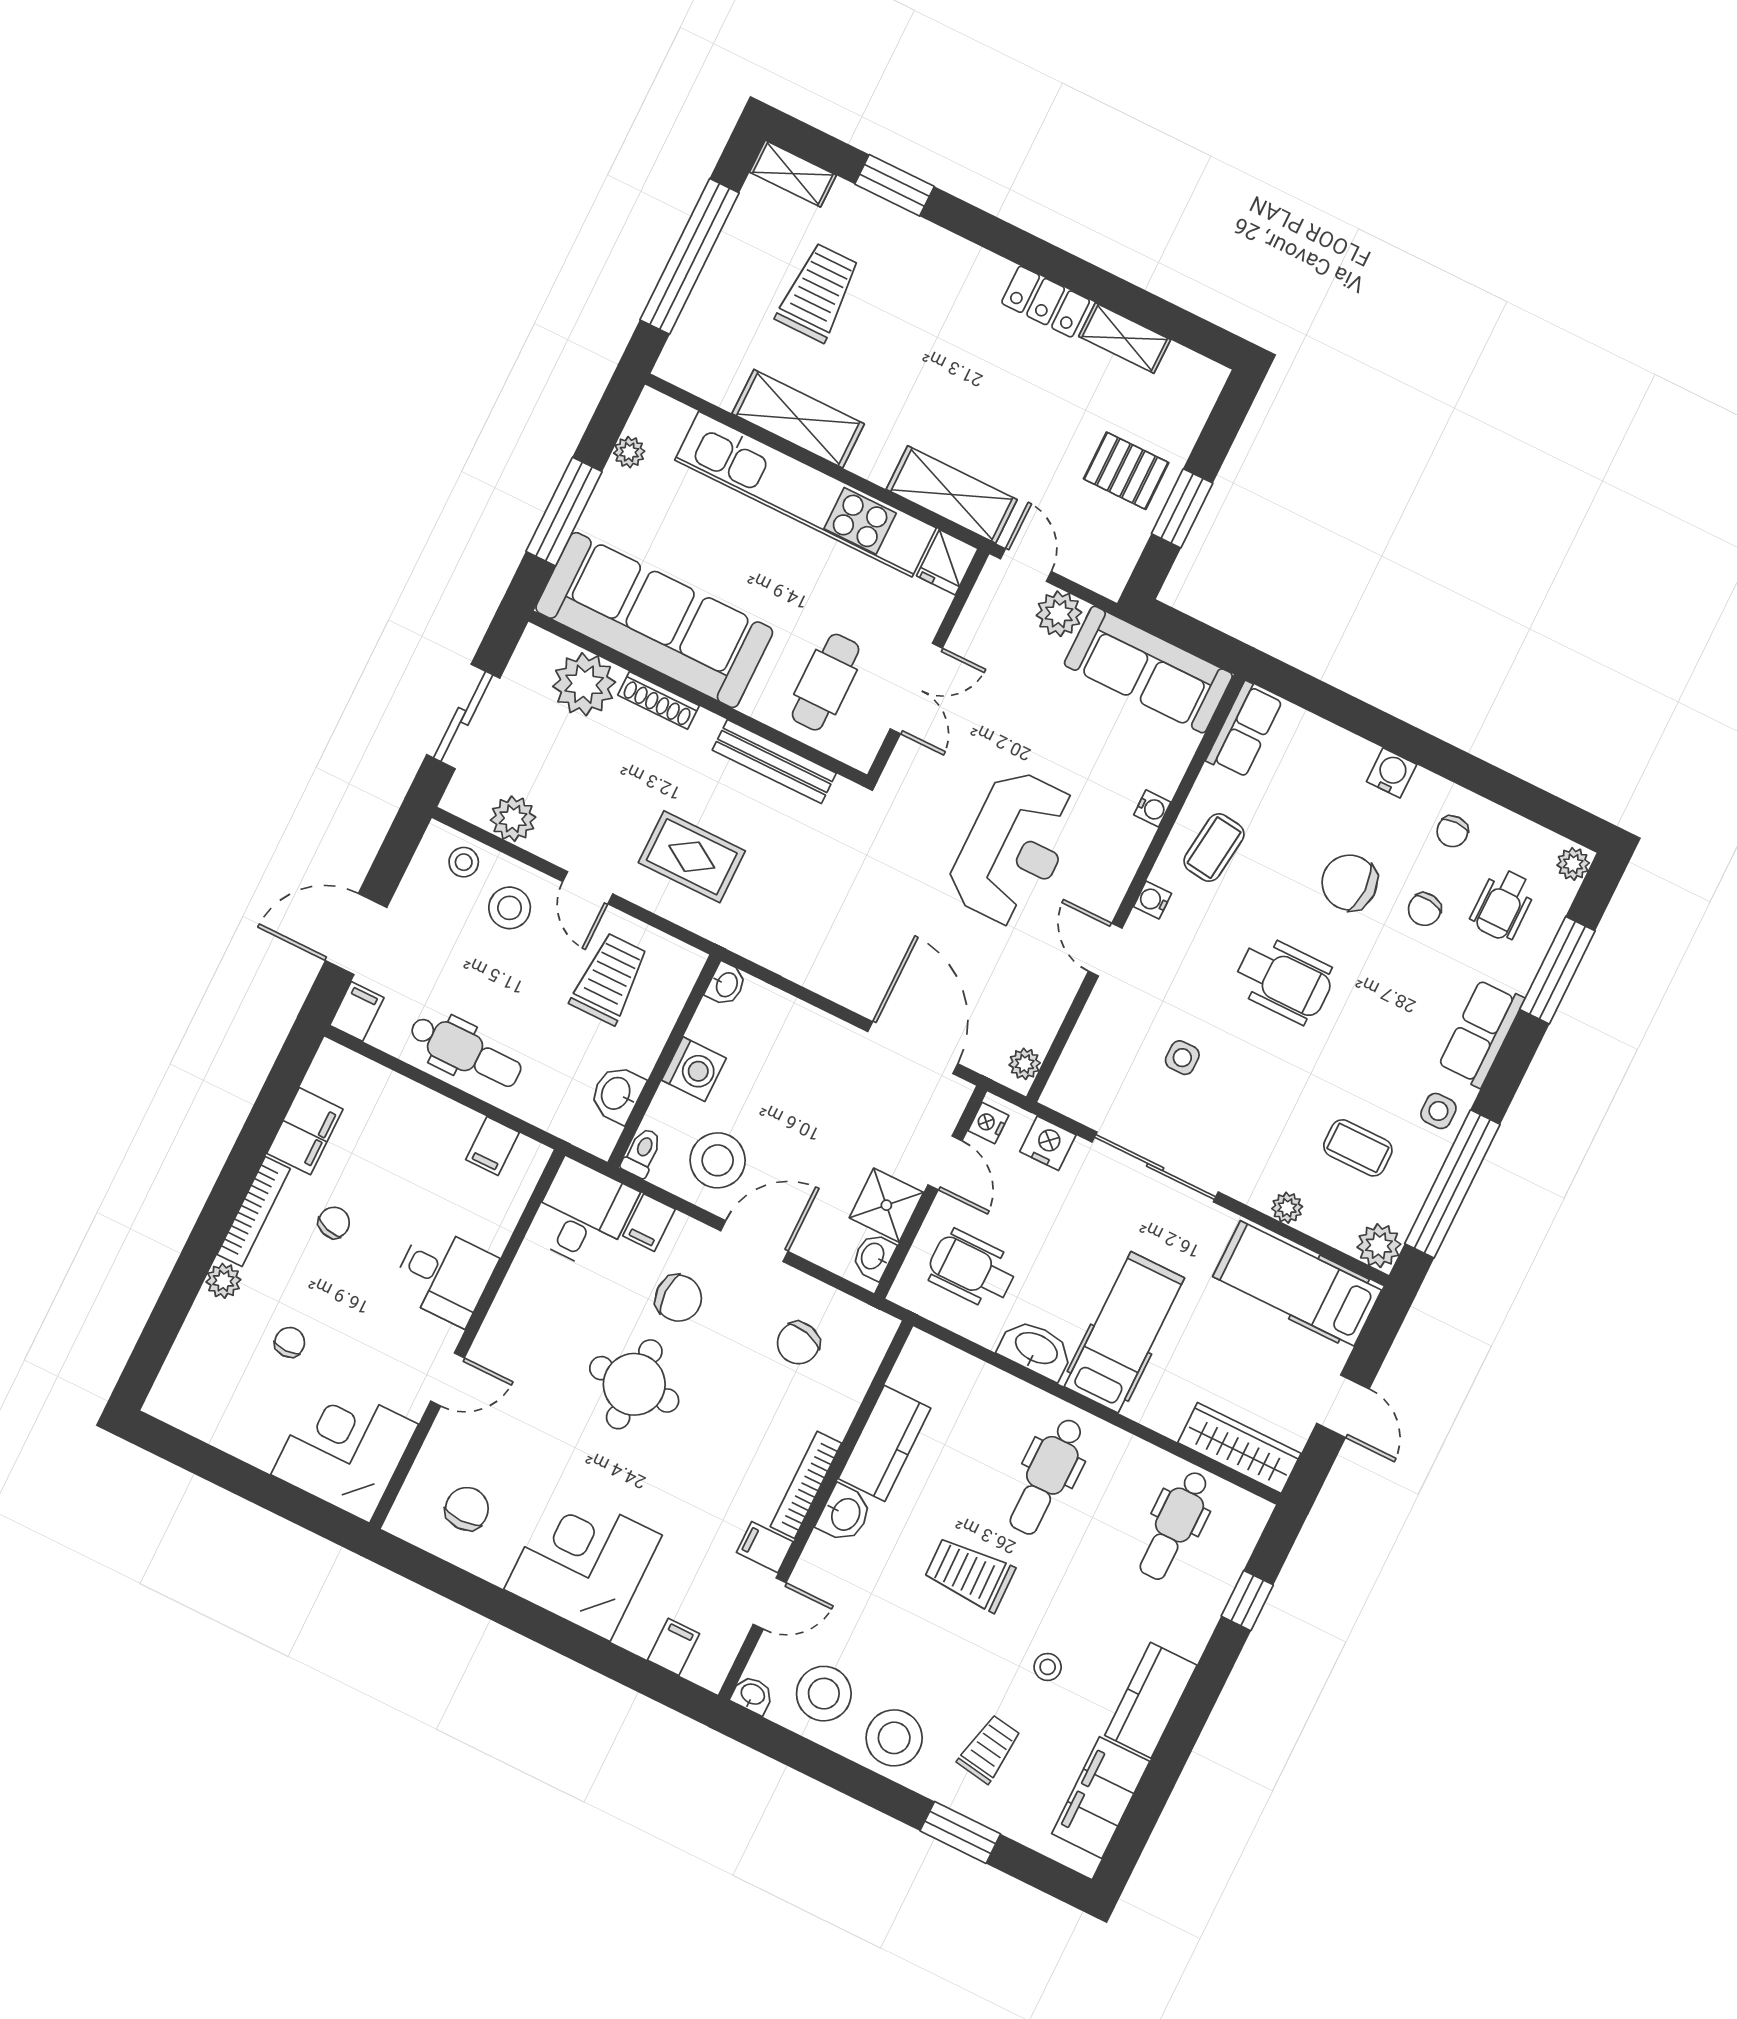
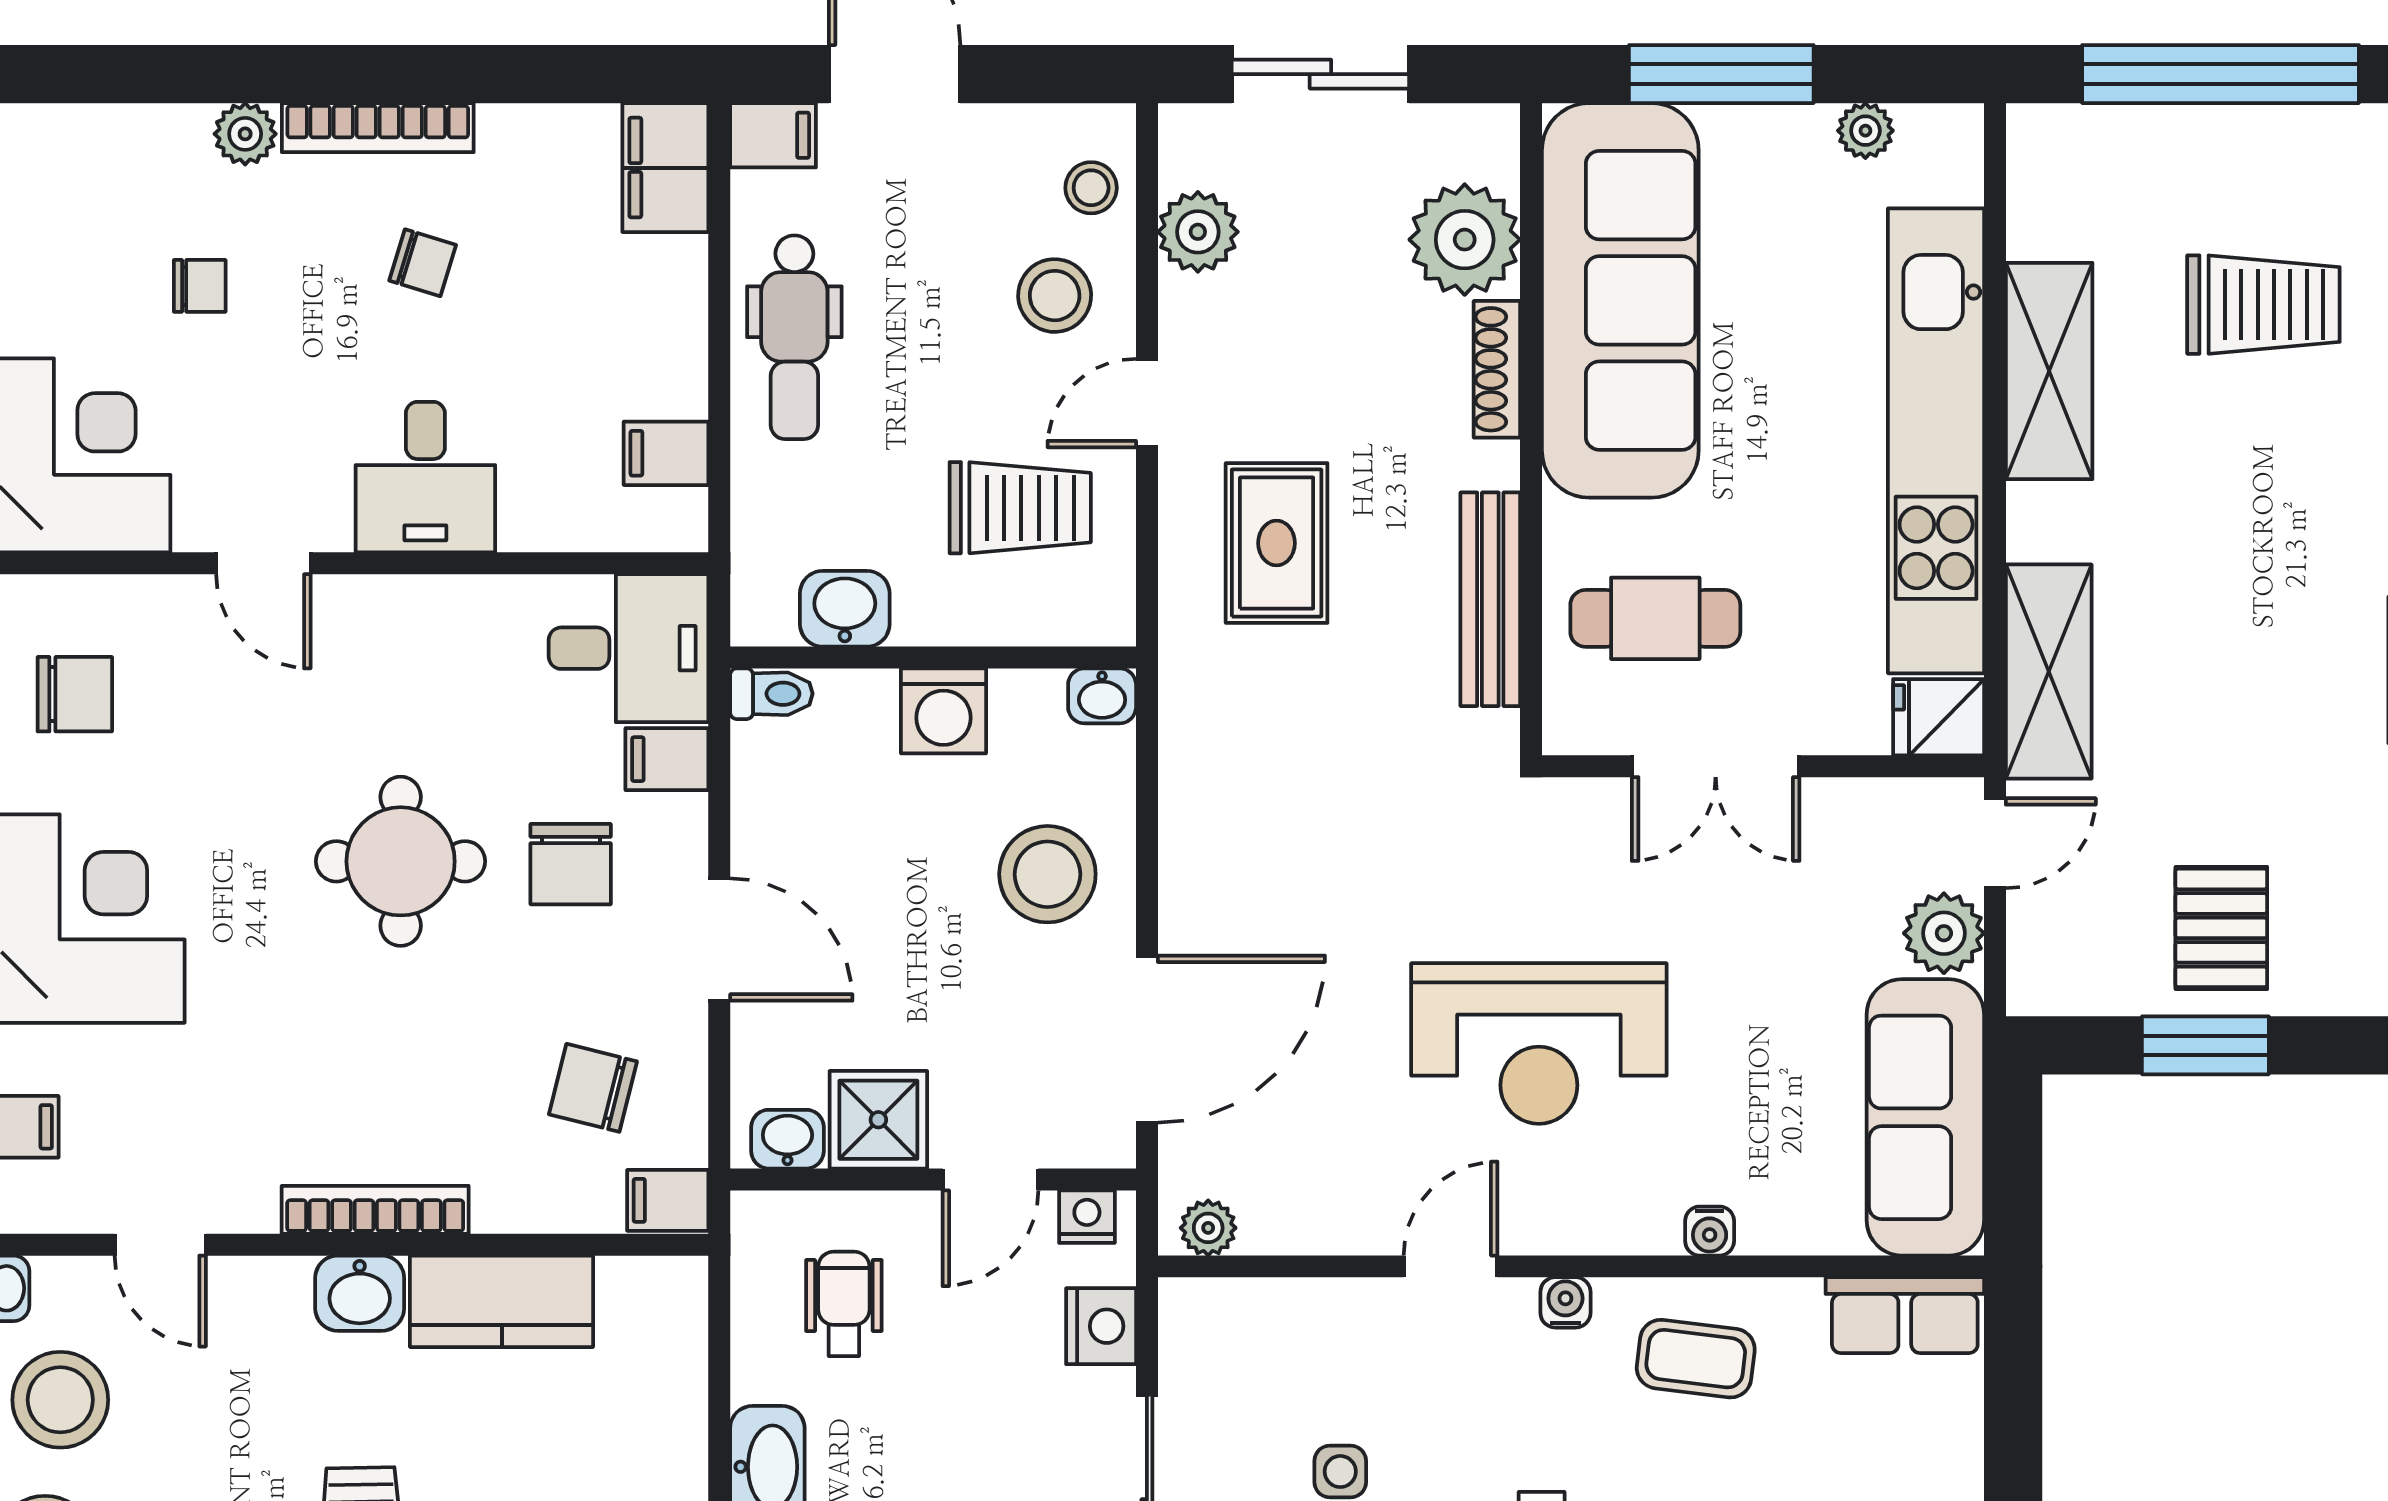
filing cabinet: (305, 1131) -> (665, 168), moved, turned 90
stool: (718, 1160) -> (1047, 874), moved
wheelchair: (972, 1269) -> (844, 1304), width x0.73, depth x0.73
filing cabinet: (765, 1547) -> (668, 1200), moved, turned -90

